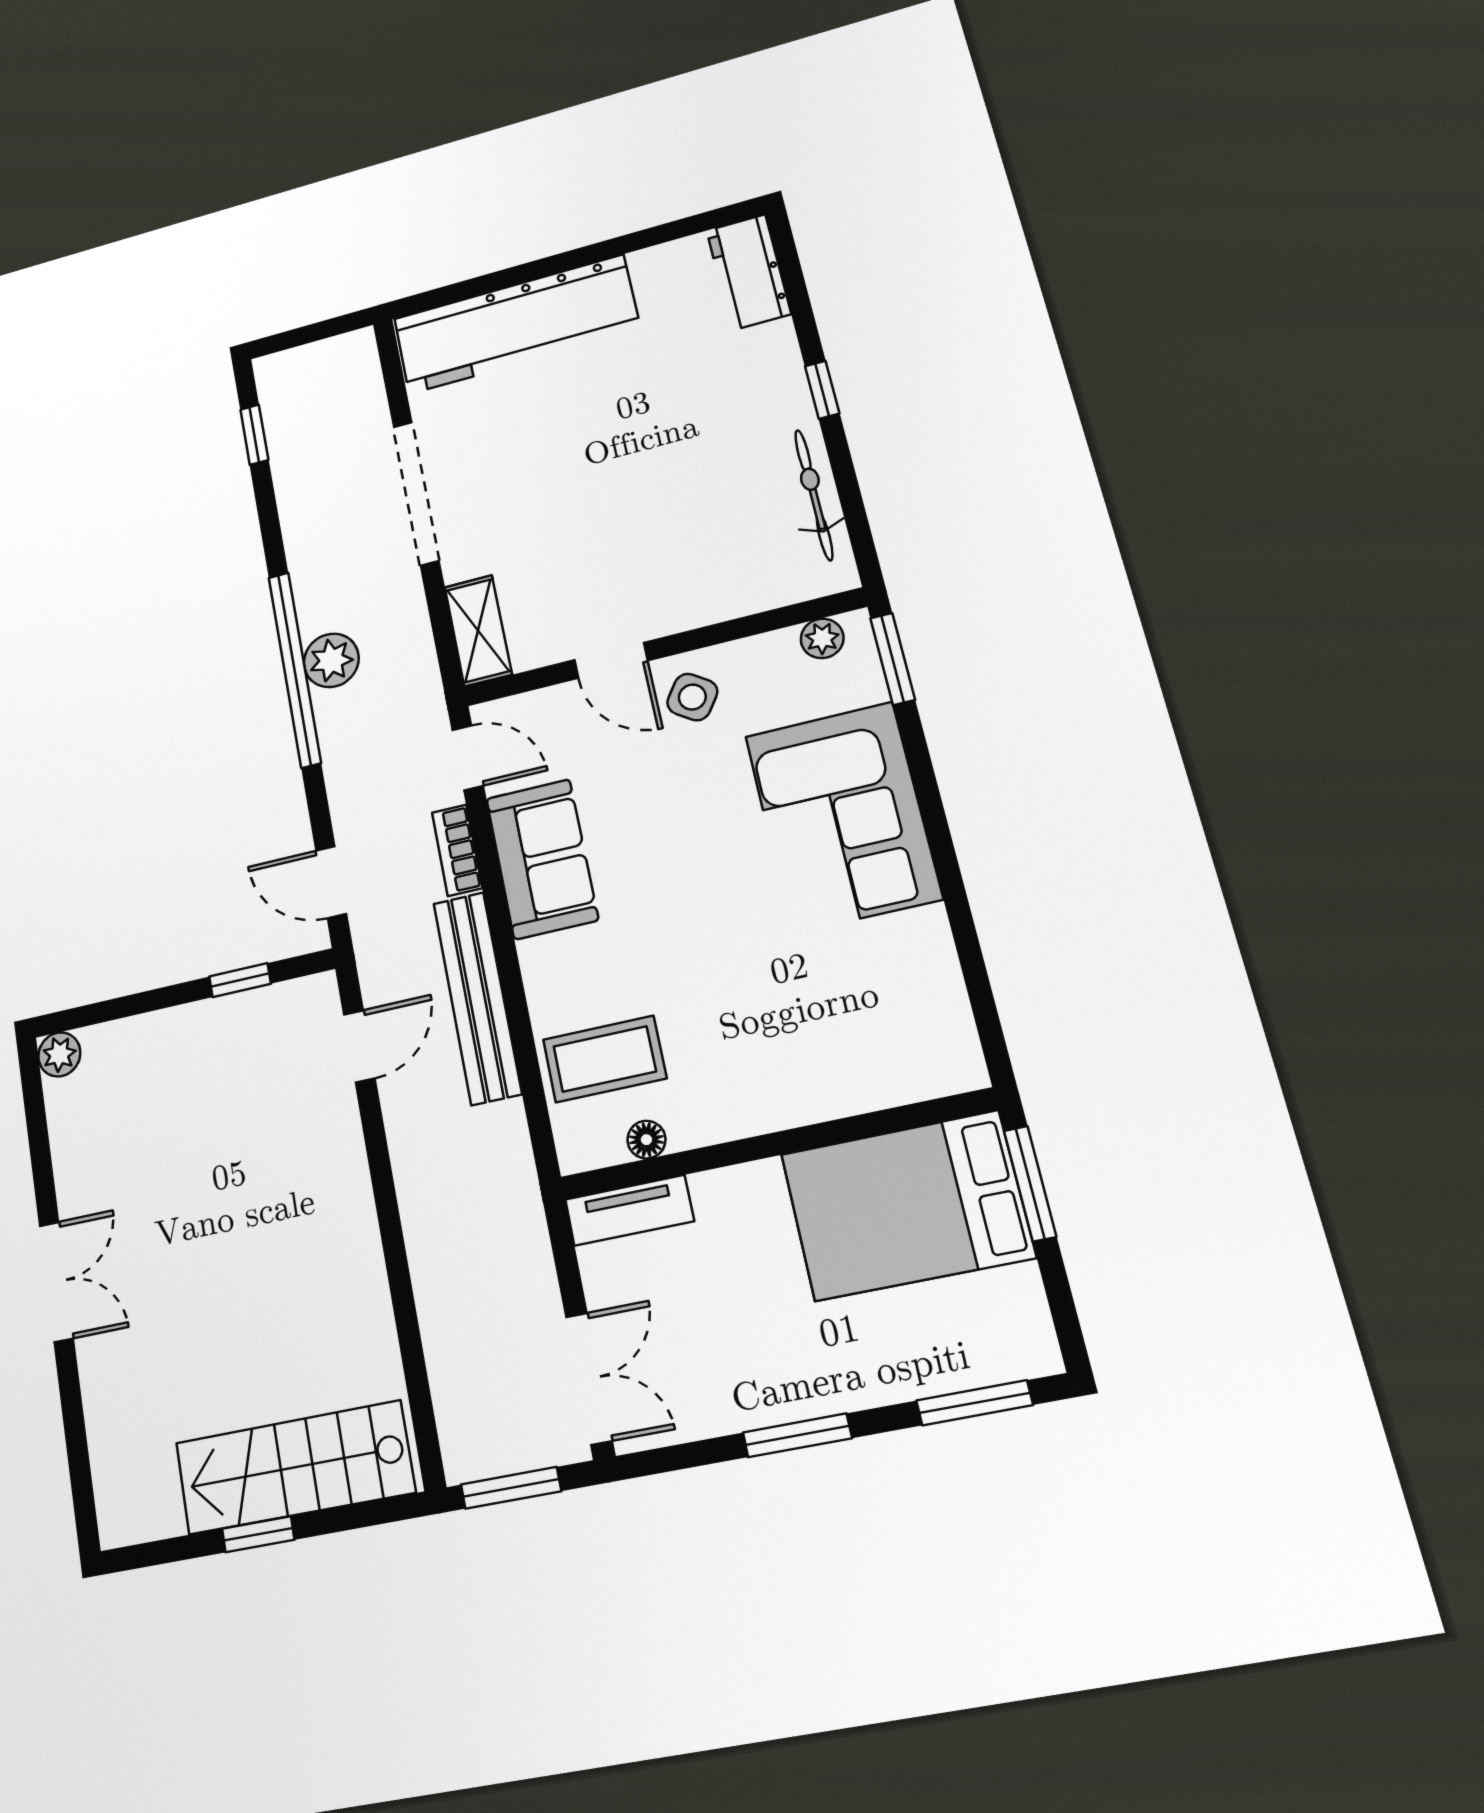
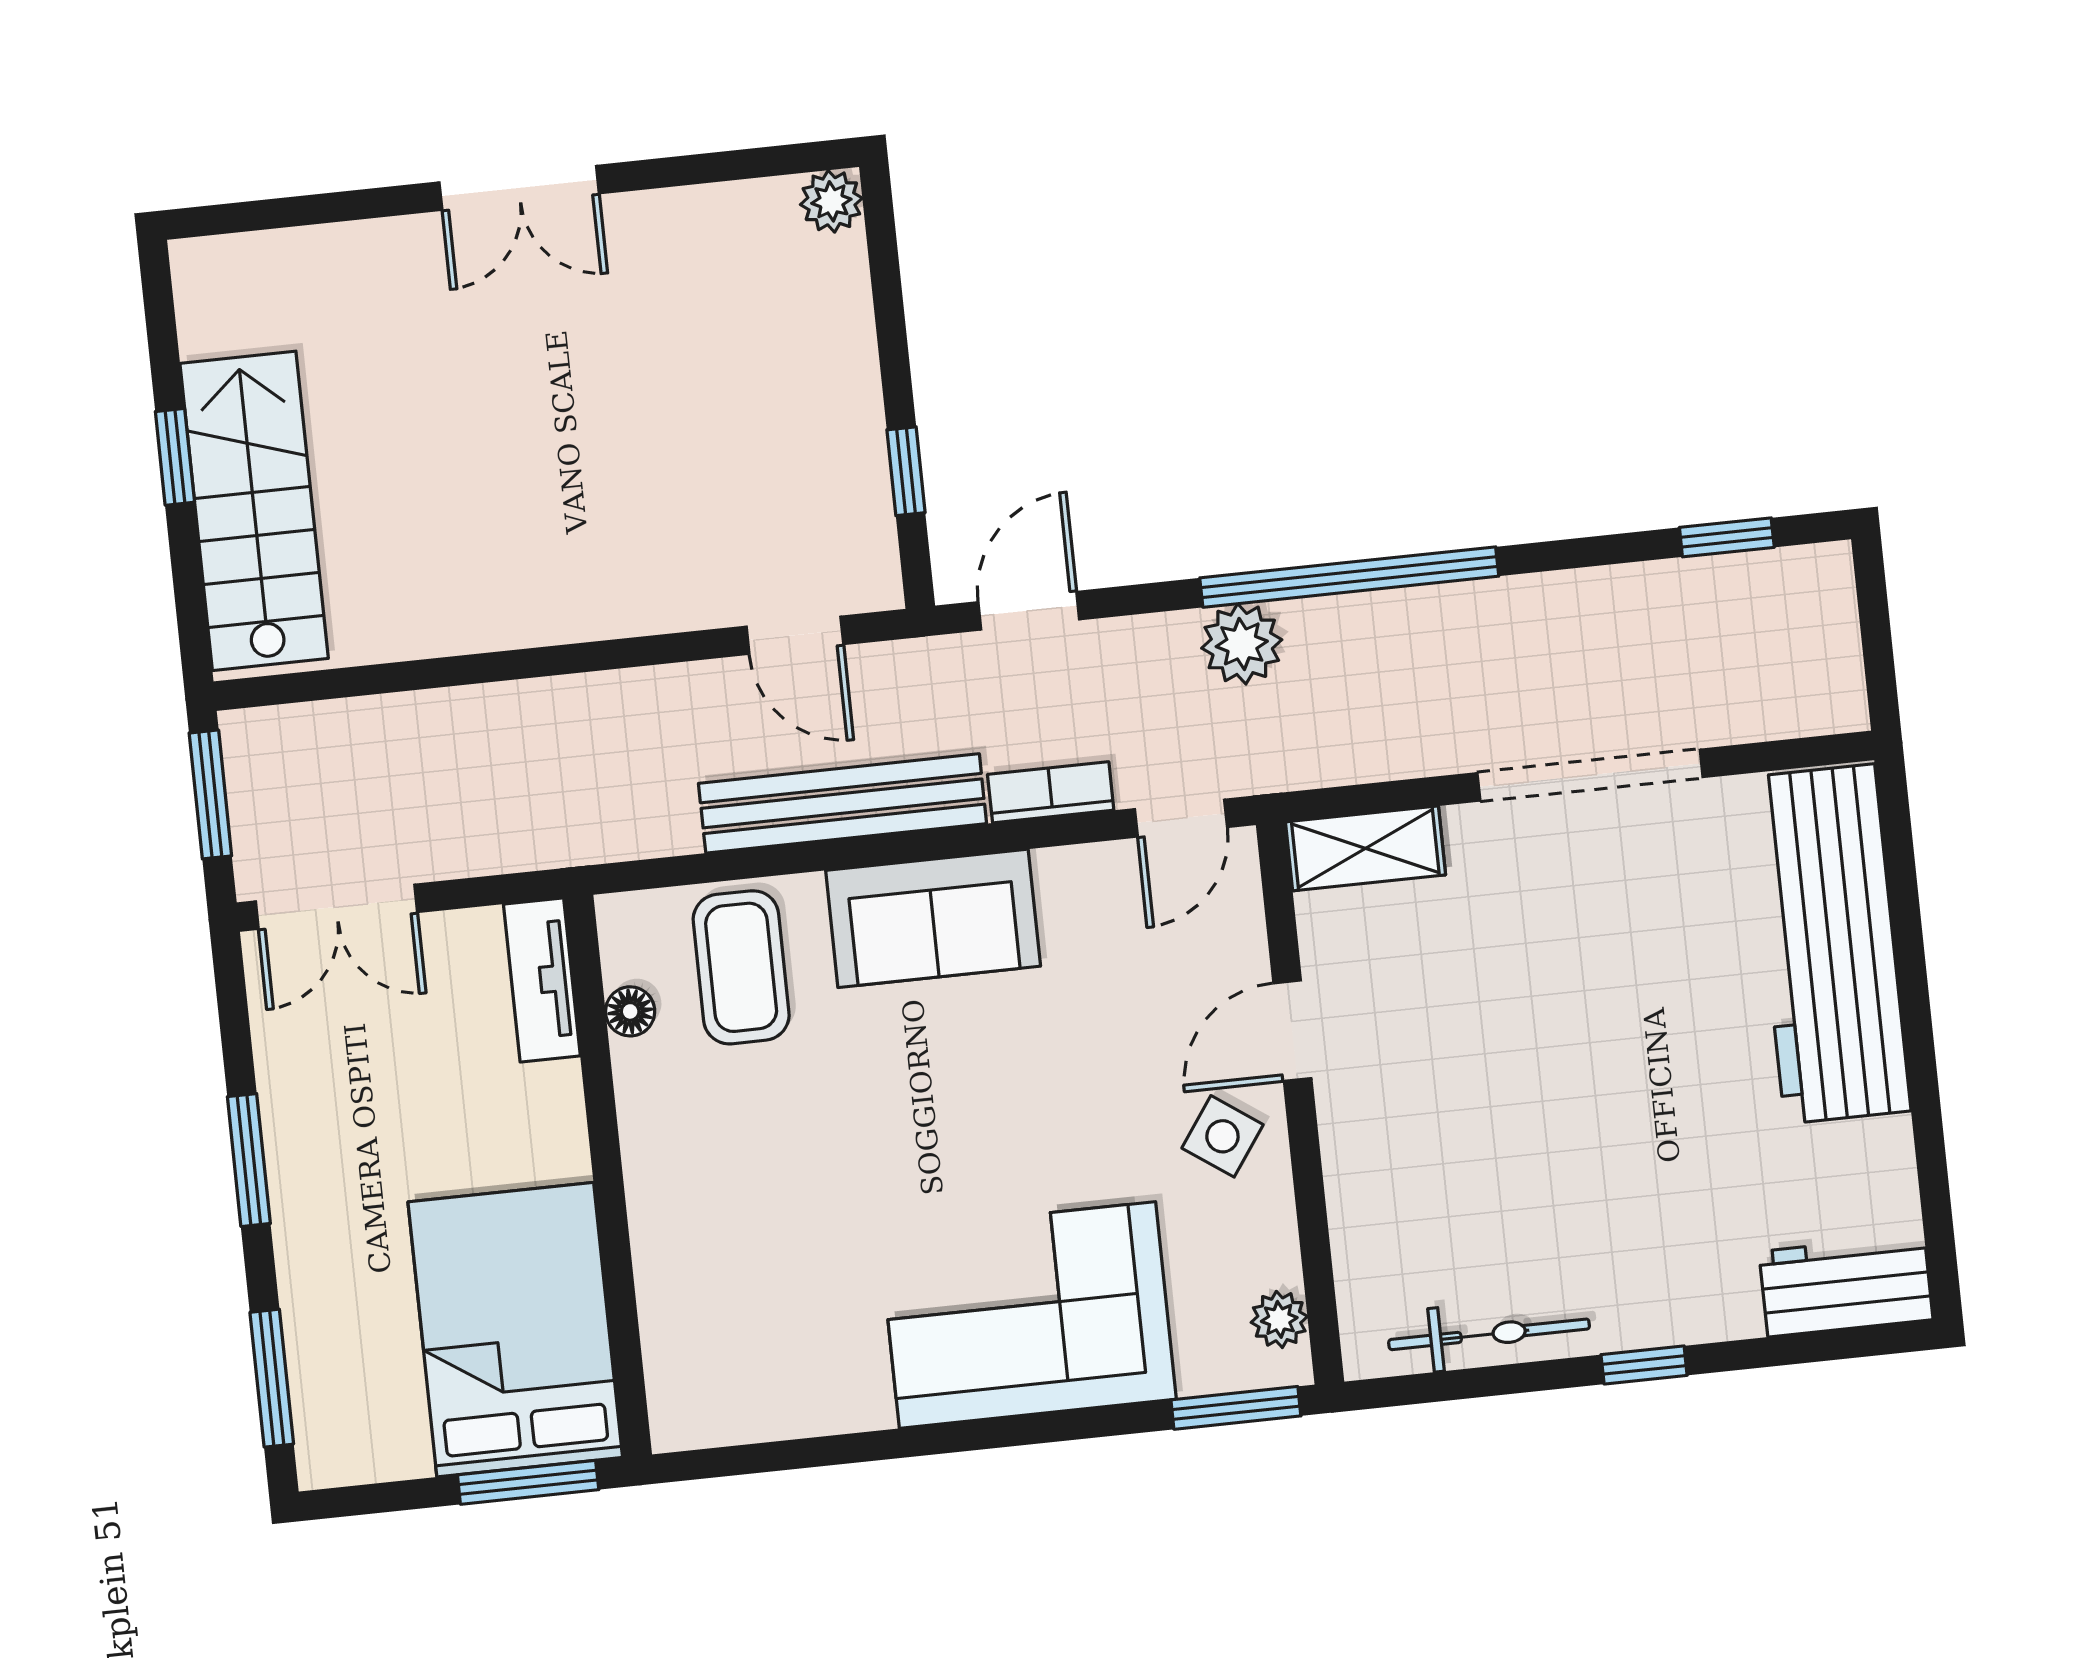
plant: (331, 660) -> (1242, 644), moved
sofa: (542, 859) -> (933, 918), moved

